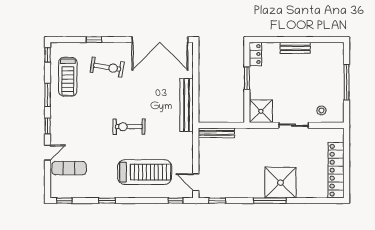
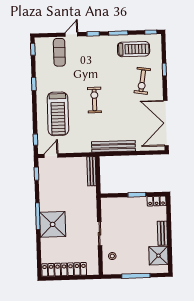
treadmill: (68, 77) -> (134, 49), turned 180
shower: (261, 111) -> (158, 256), moved
door: (48, 153) -> (71, 34), swing flipped

